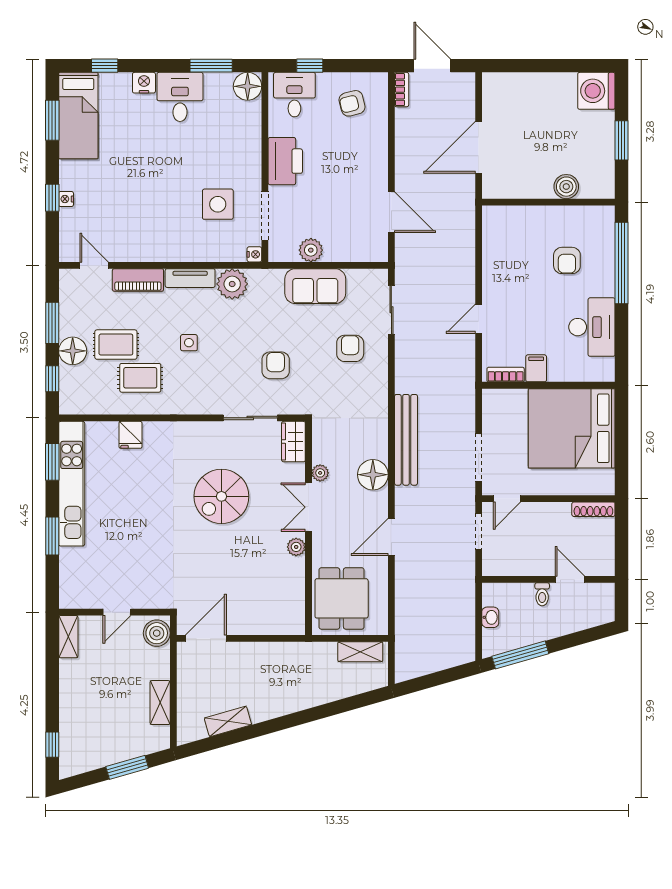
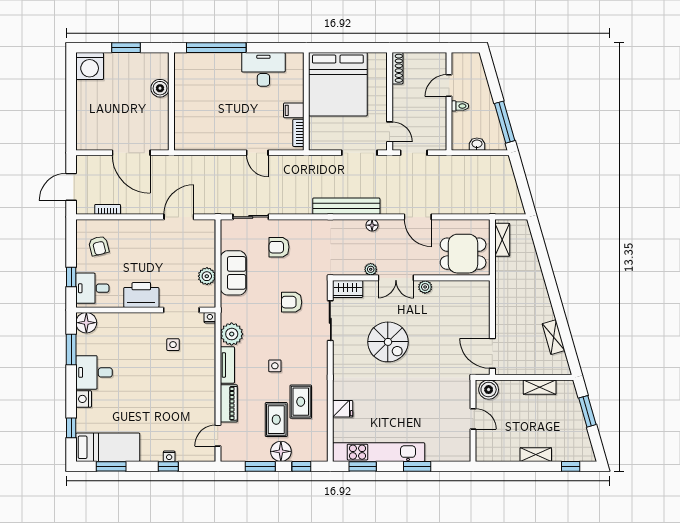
bookcase: (402, 90) -> (108, 209), moved
side table: (218, 204) -> (173, 345), width x0.54, depth x0.54
armchair: (567, 260) -> (214, 88), removed
floor lamp: (373, 475) -> (372, 225), width x0.53, depth x0.53
shelving: (68, 637) -> (536, 455), moved

